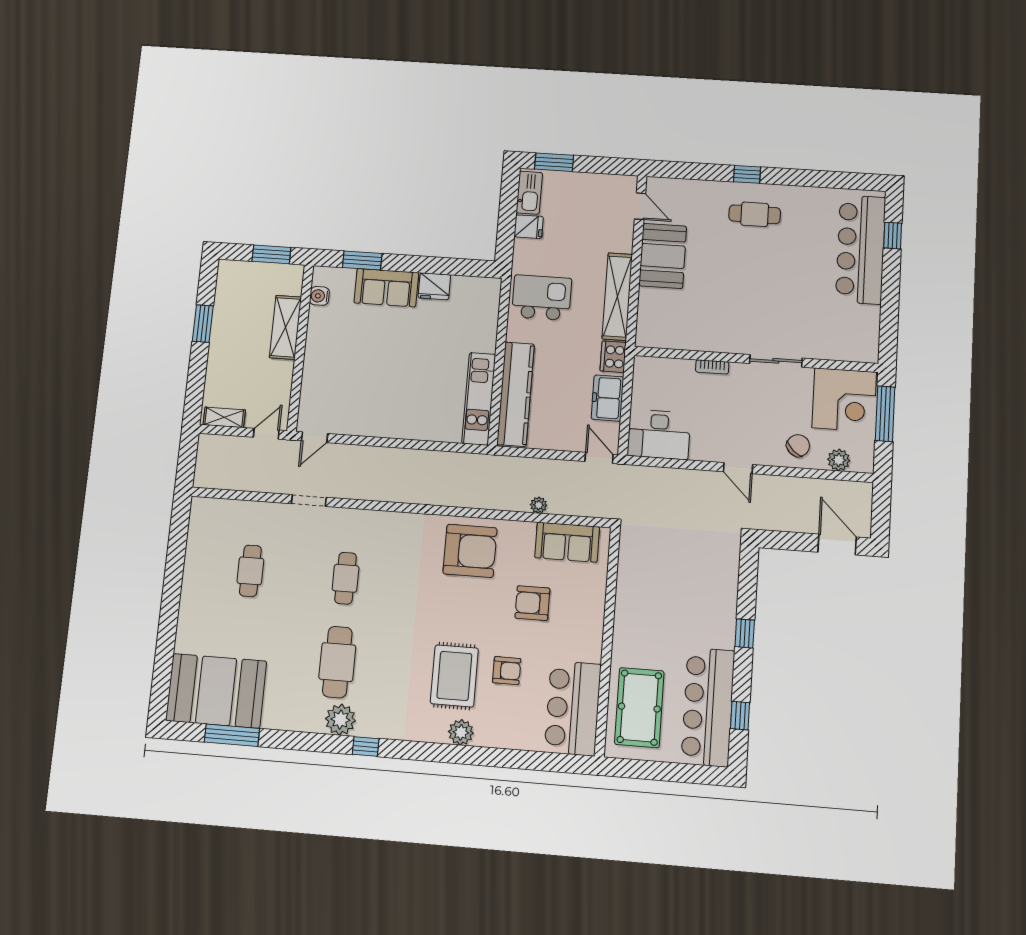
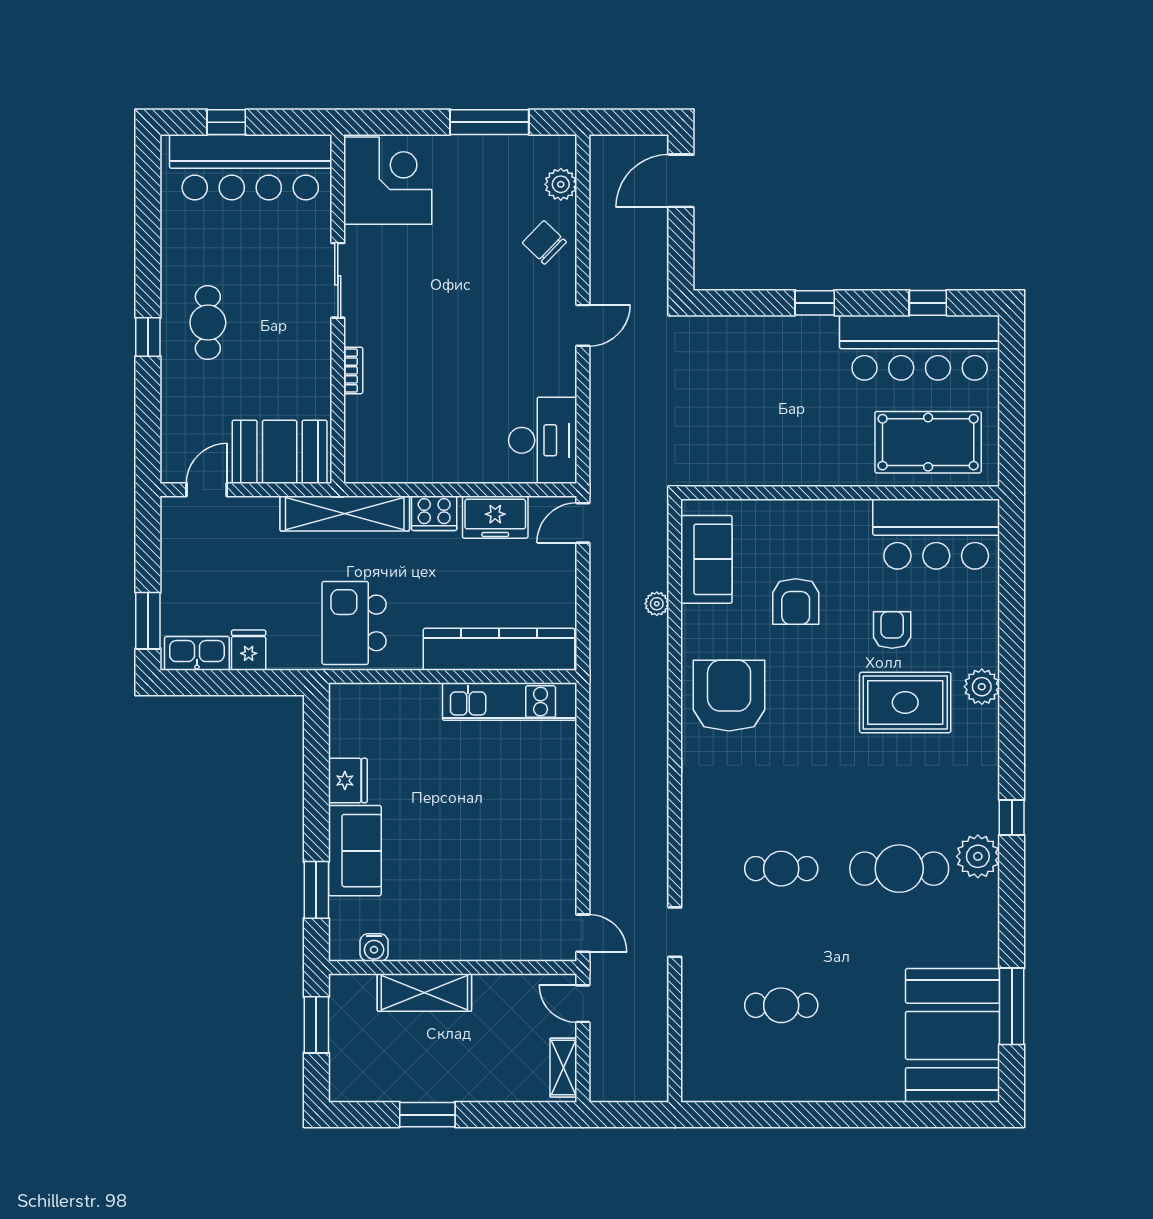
wall: (756, 359) -> (338, 309), moved
sliding door: (776, 361) -> (338, 280), moved
bookcase: (712, 367) -> (353, 370), moved
corner desk: (844, 400) -> (388, 181), moved

